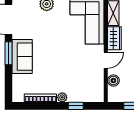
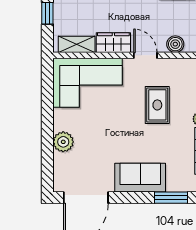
window: (9, 53) -> (171, 198), moved
rug: (72, 68) -> (157, 105), added

